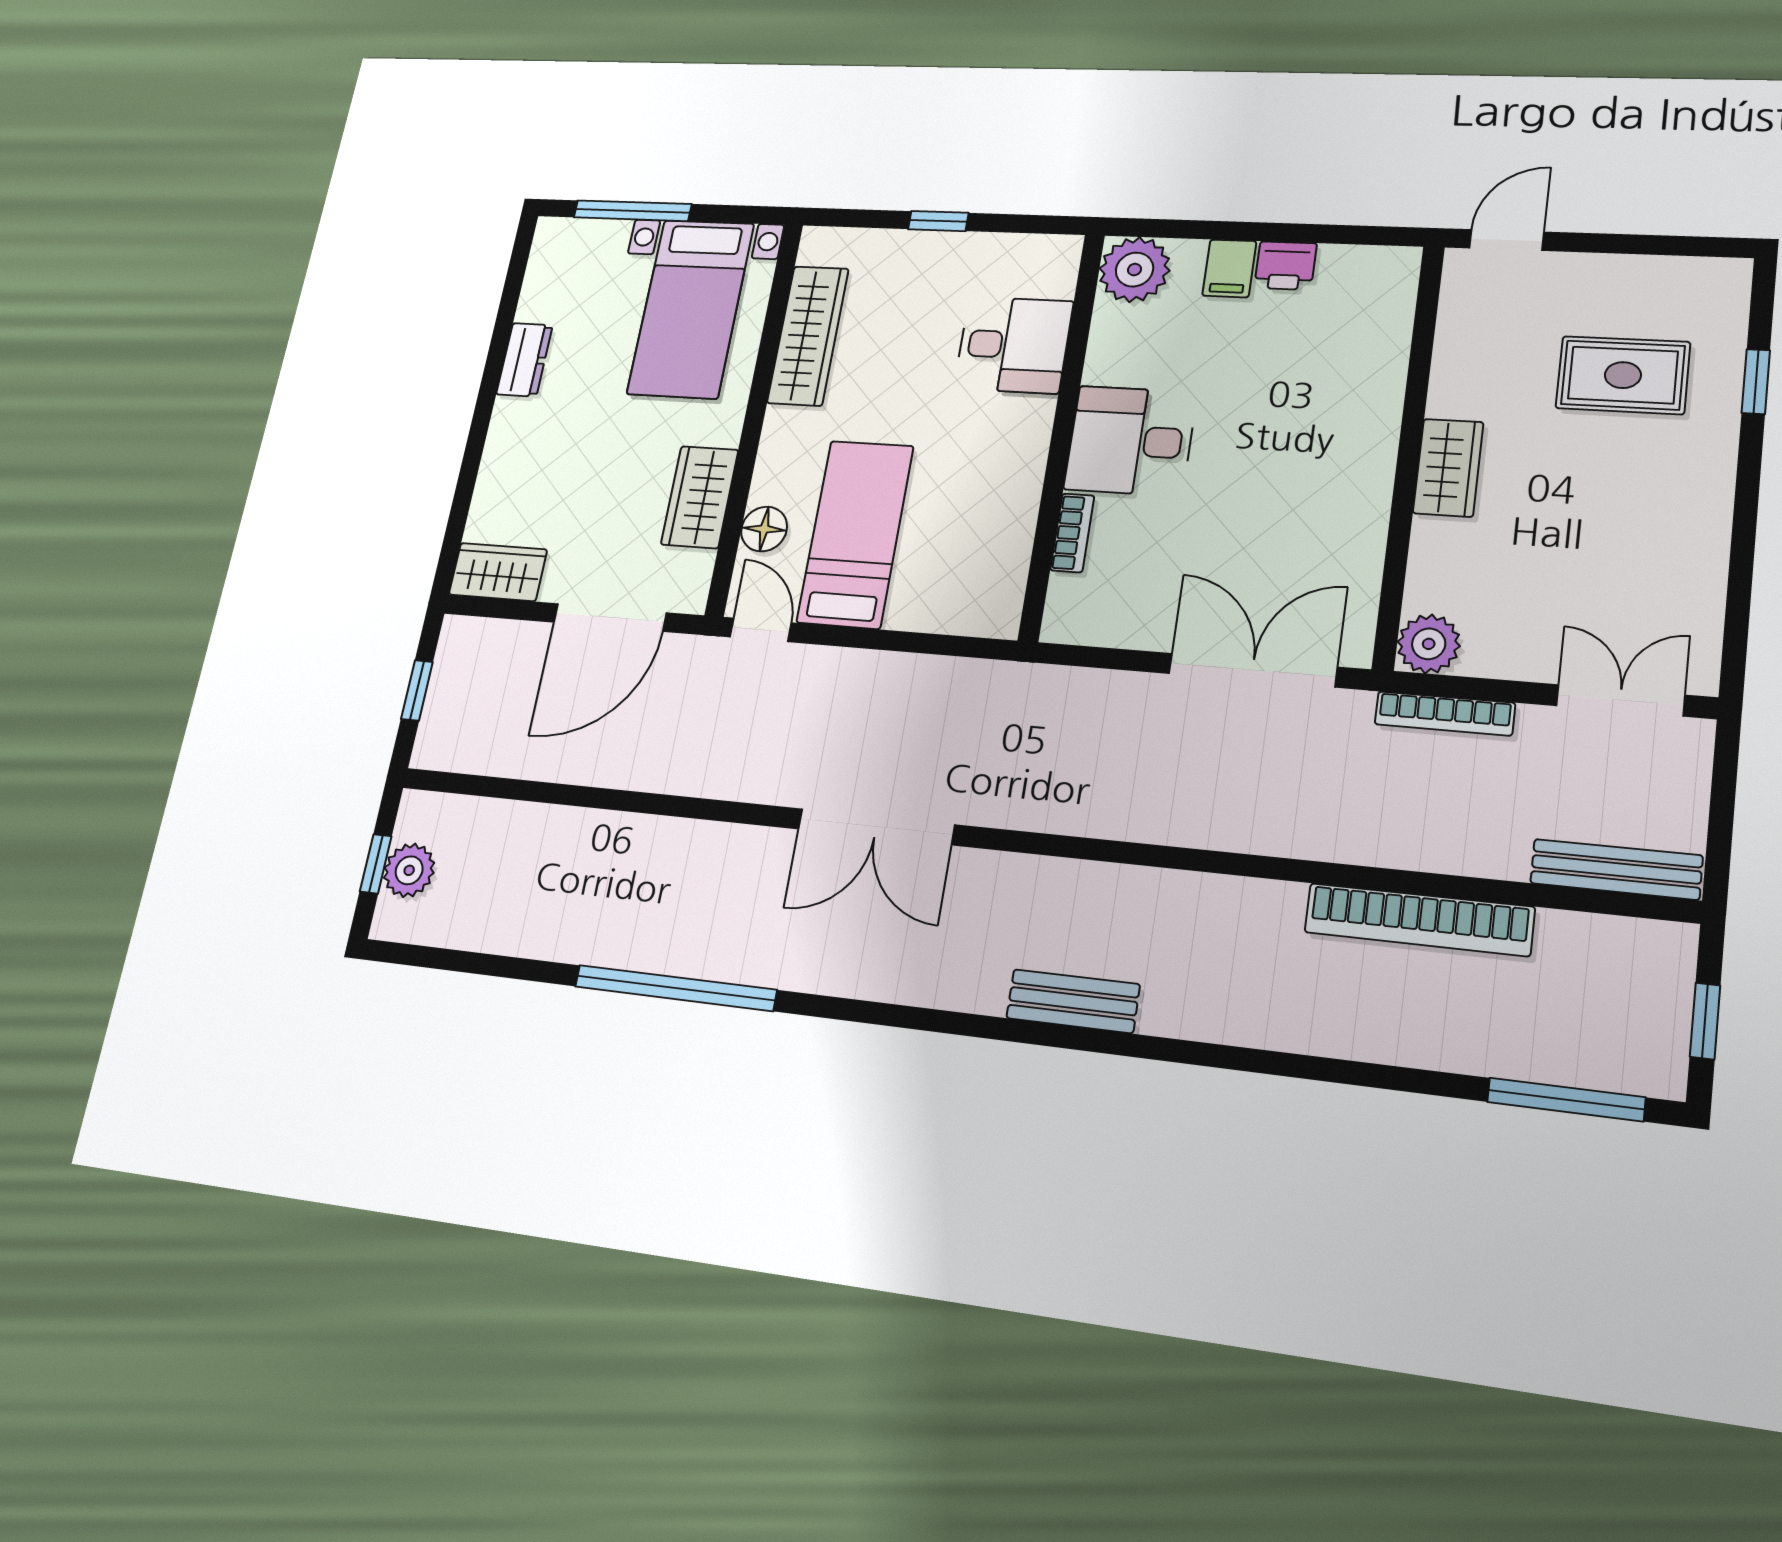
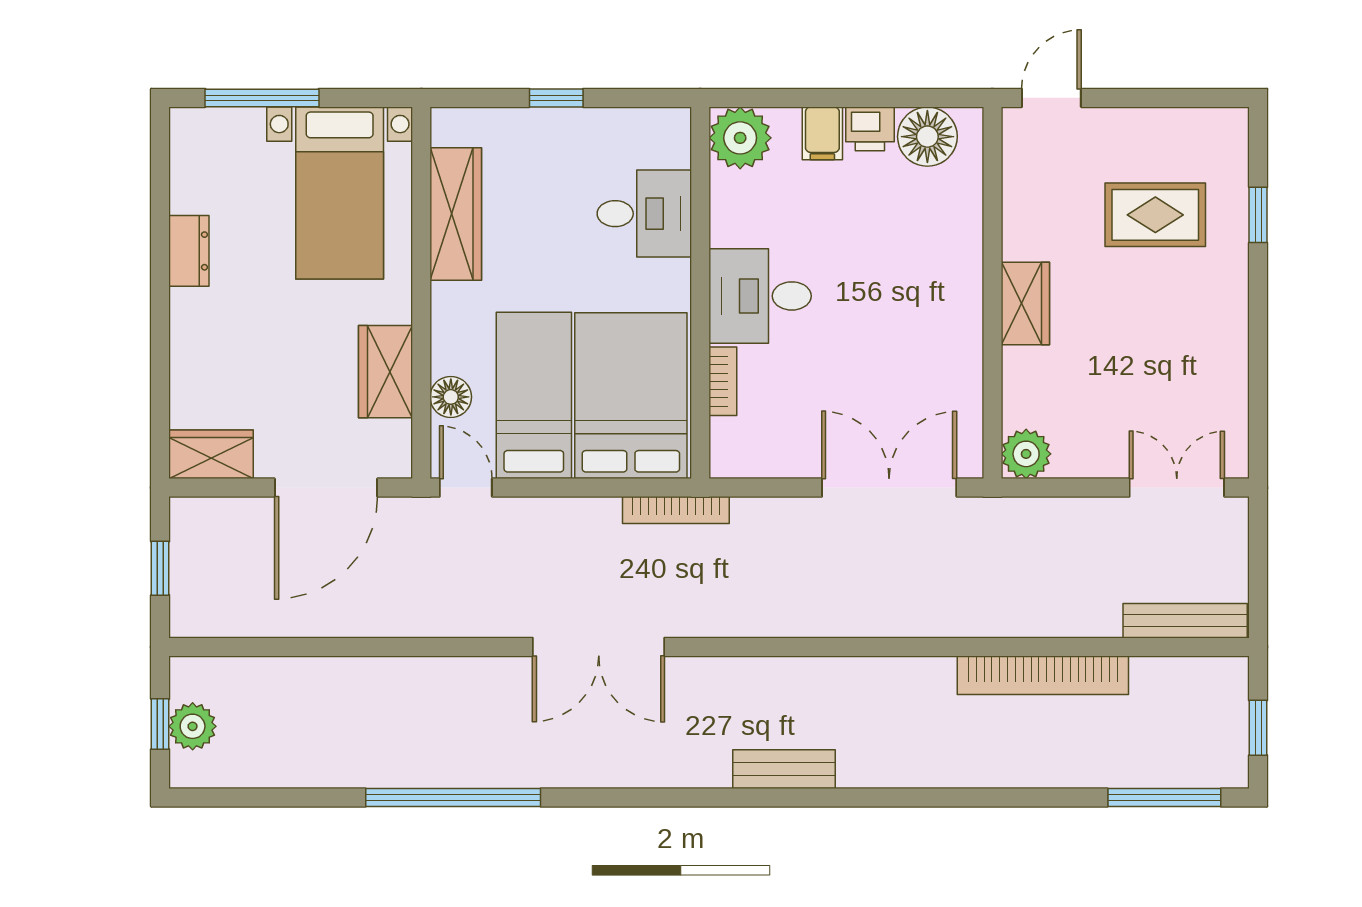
floor lamp: (1352, 276) -> (927, 137), added
bed: (964, 542) -> (631, 396), added
bookcase: (1445, 714) -> (676, 510), moved

